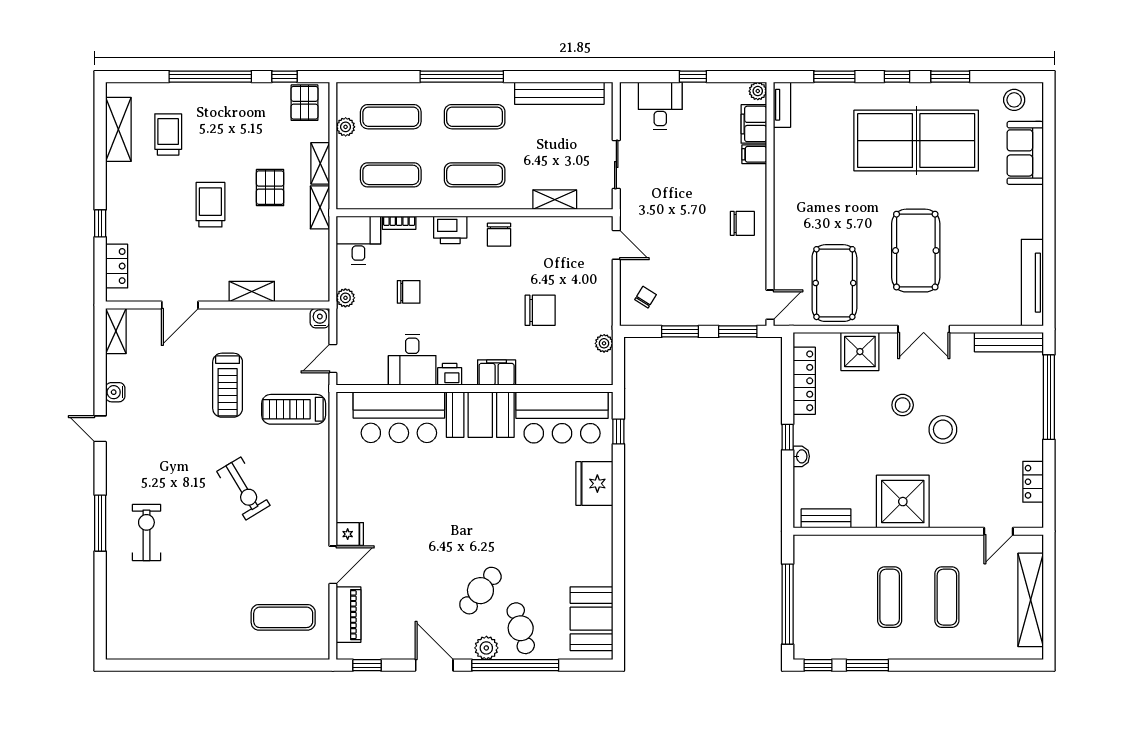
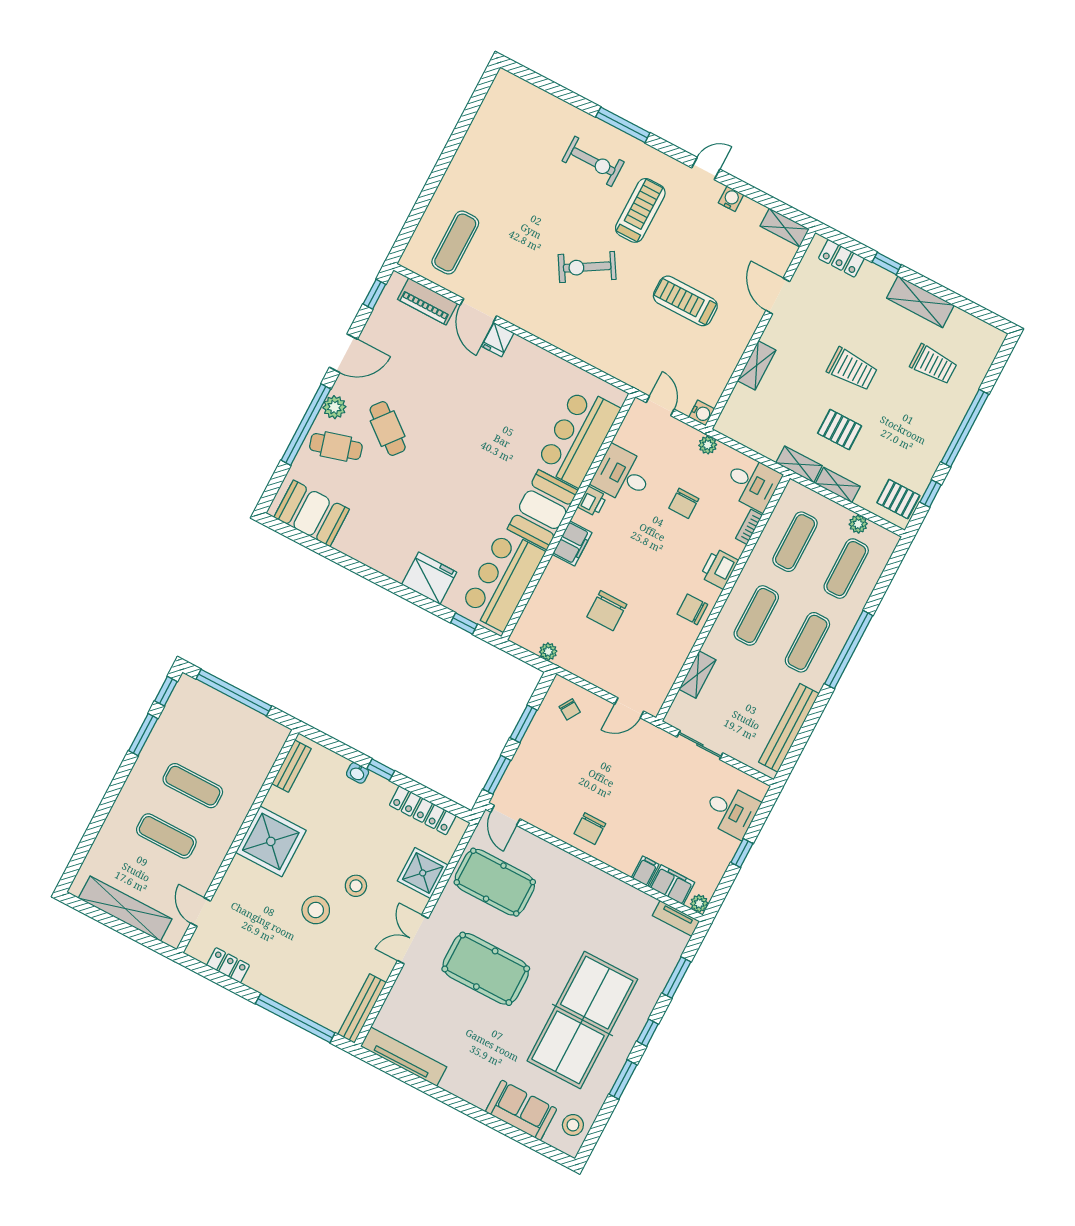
shelving: (118, 129) -> (920, 302), moved
treadmill: (294, 409) -> (640, 210), moved

